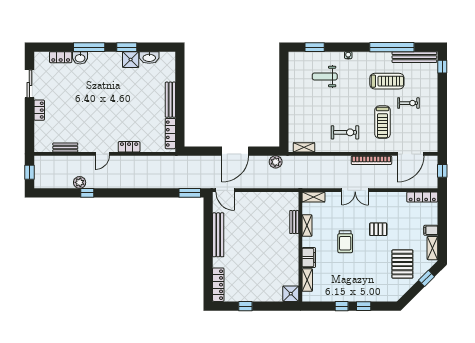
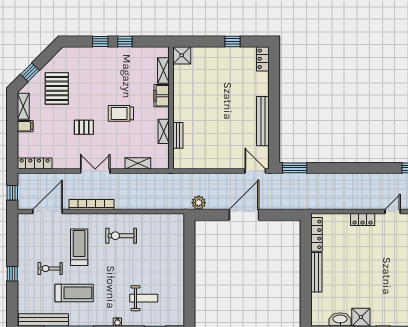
window: (442, 67) -> (12, 274), moved
treadmill: (387, 81) -> (74, 293), turned 180
shelving: (304, 147) -> (167, 219), removed
double door: (355, 190) -> (95, 171), moved
shelving: (313, 197) -> (138, 163), moved
trolley: (345, 242) -> (121, 113), turned -90
locker: (218, 285) -> (263, 59), width x0.66

